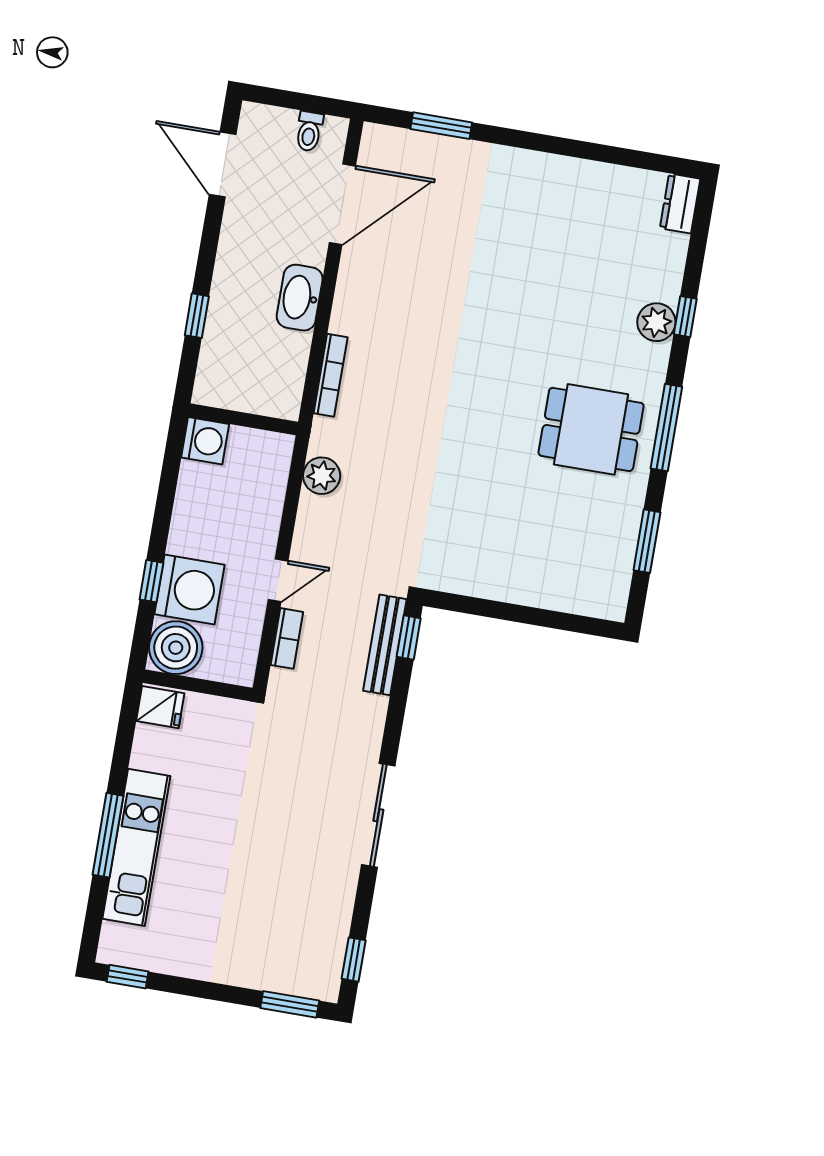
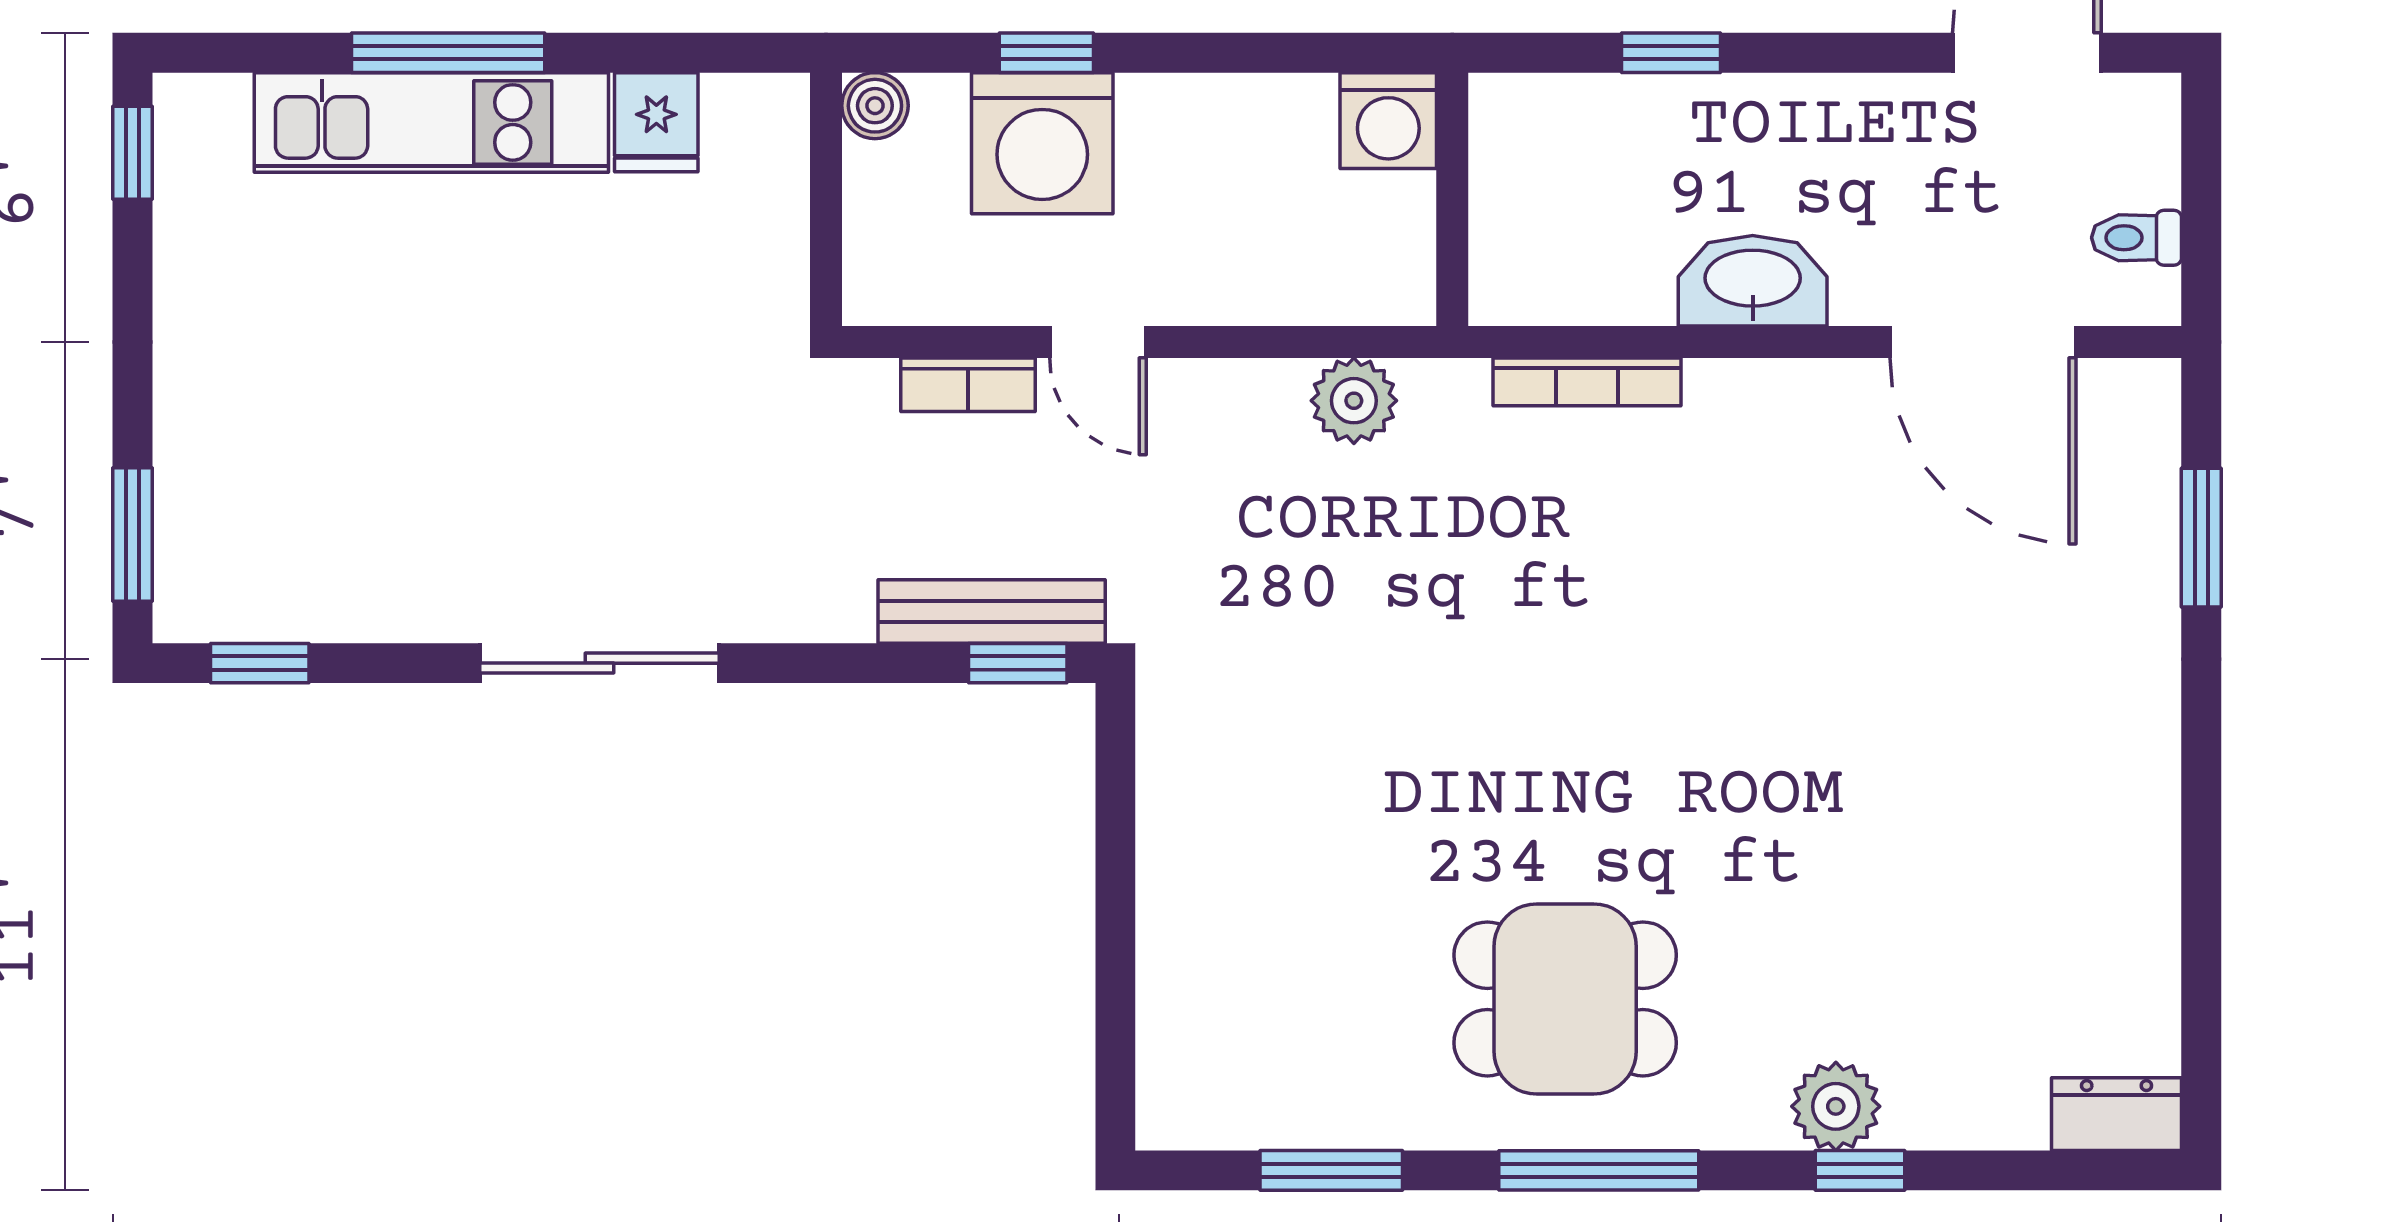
dining table: (591, 429) -> (1565, 999), turned 90
boiler: (176, 648) -> (875, 106), width x0.54, depth x0.54
fridge: (160, 707) -> (656, 122), moved

